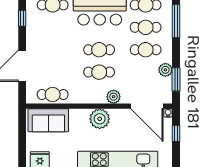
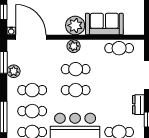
dresser: (32, 34) -> (138, 105), added
plant: (114, 97) -> (74, 46), moved
sofa: (48, 120) -> (104, 24), moved

